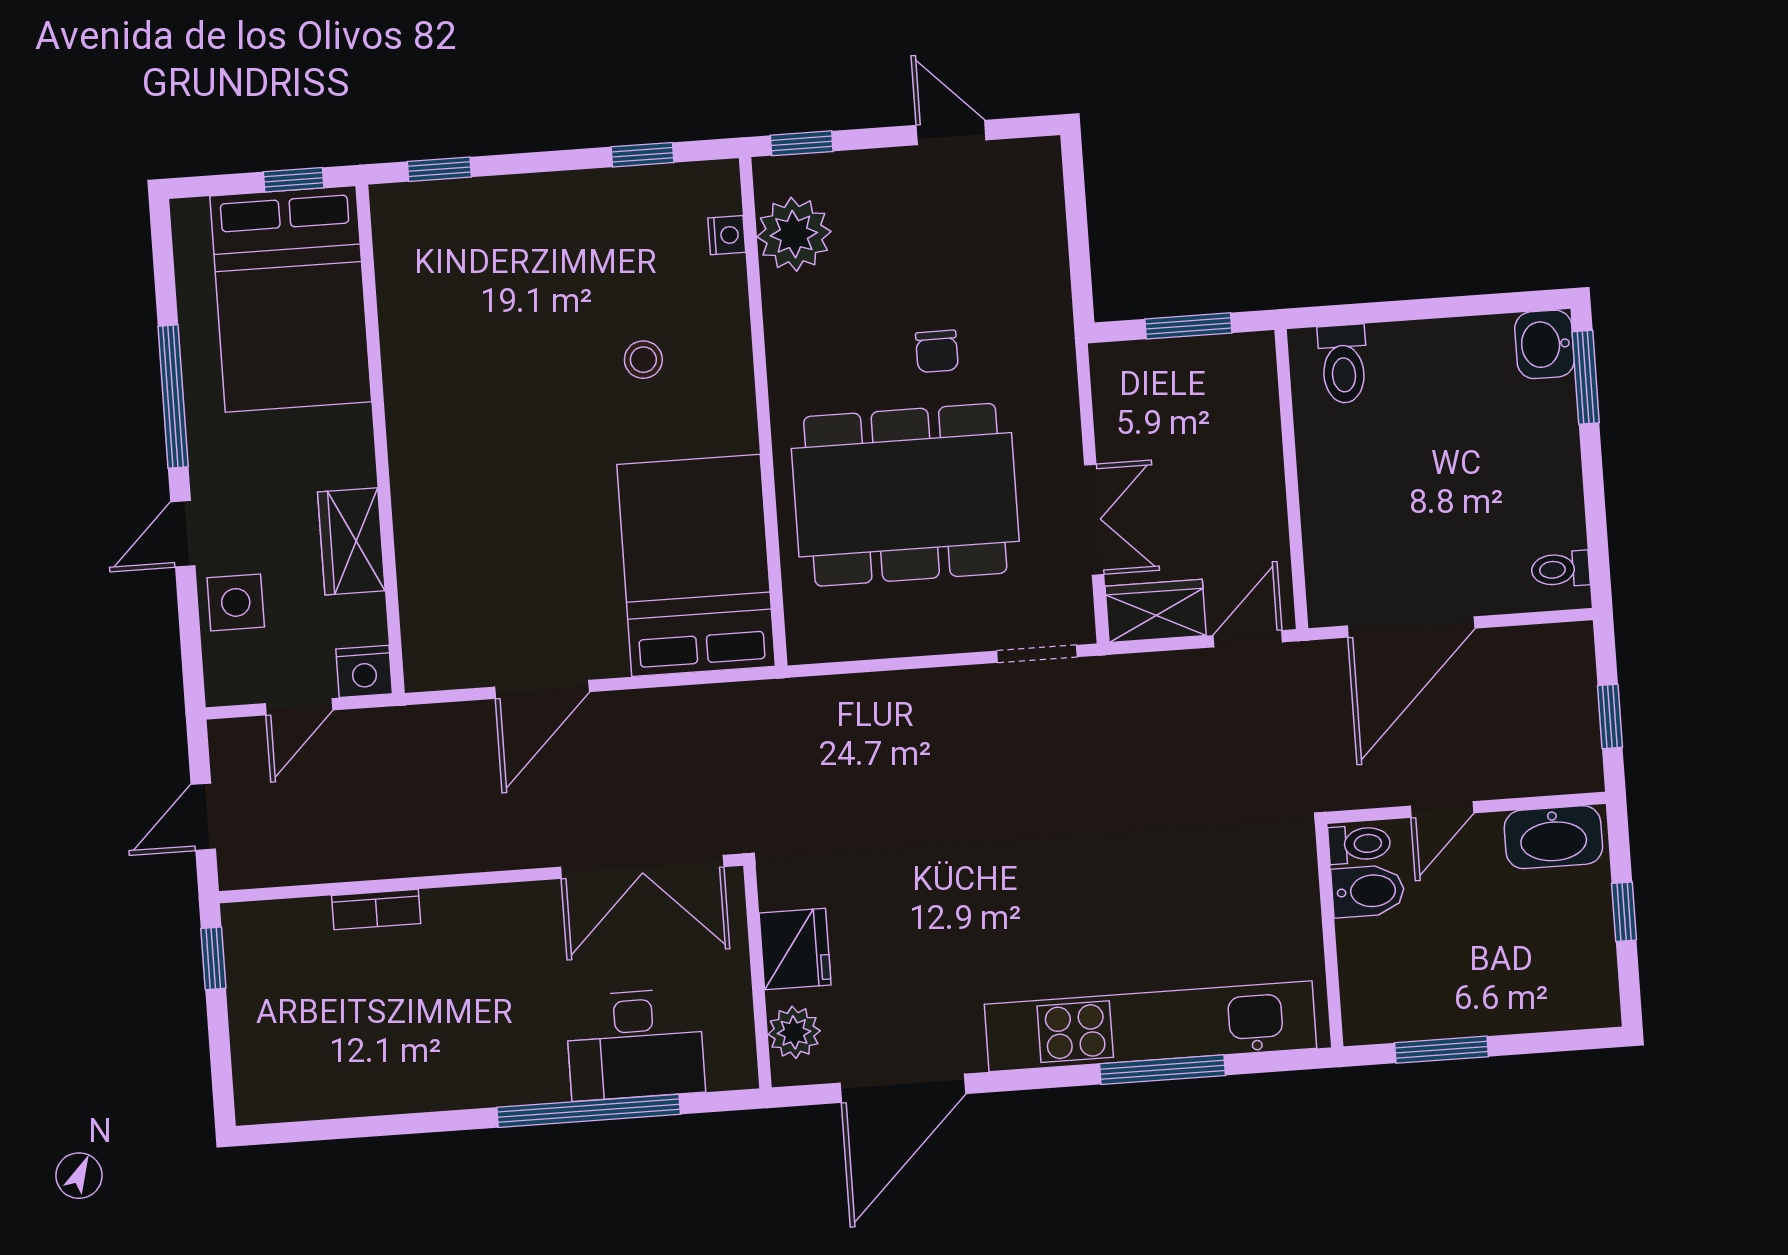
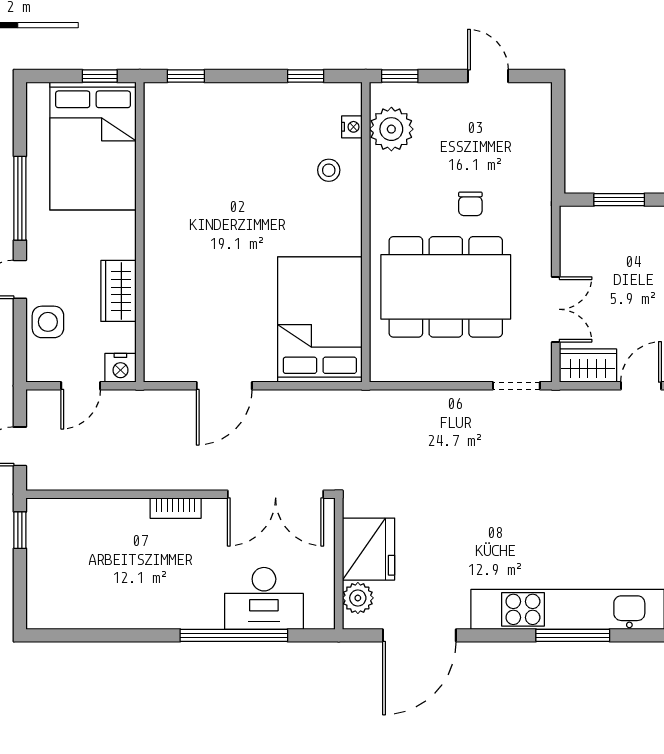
stool: (643, 360) -> (329, 170), moved
bookcase: (376, 909) -> (176, 508), moved
fridge: (795, 949) -> (369, 549), width x1.36, depth x1.34

